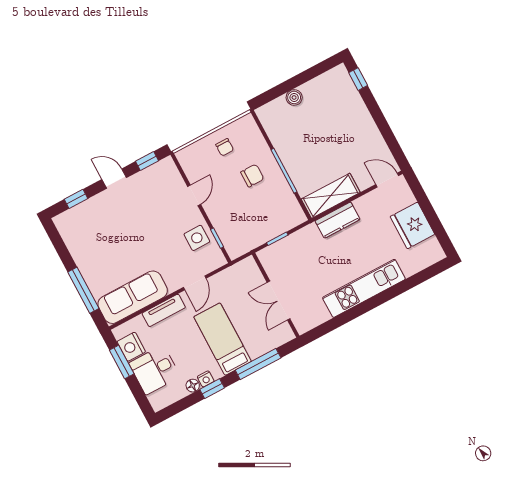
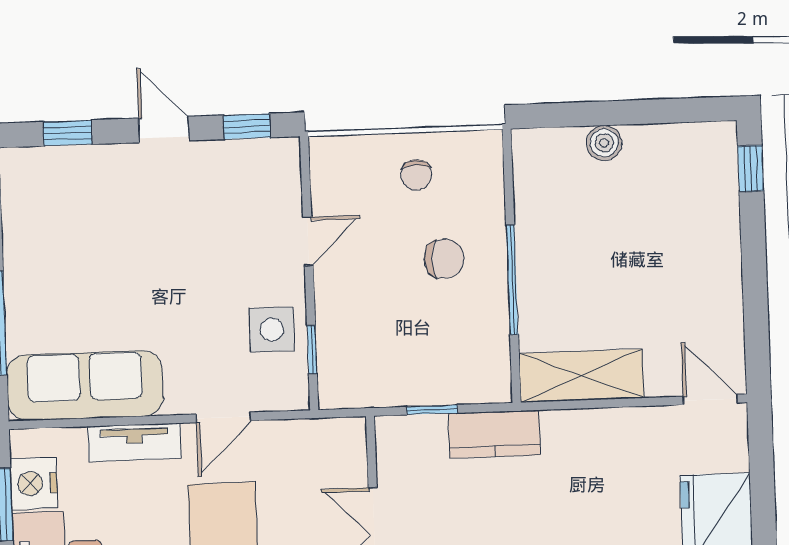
kitchen counter: (338, 220) -> (494, 434), moved

